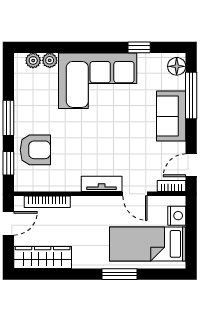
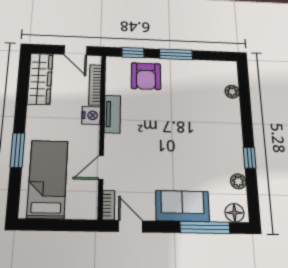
window: (139, 47) -> (250, 158), moved
plant: (33, 60) -> (238, 181), moved
corner sofa: (98, 81) -> (215, 134), removed
tv unit: (102, 184) -> (112, 114), moved
nightstand: (177, 216) -> (91, 115), moved, turned -90

